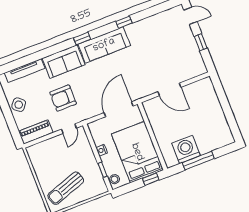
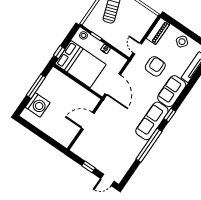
window: (124, 22) -> (149, 145), width x3.17
washing machine: (186, 149) -> (38, 105), moved

